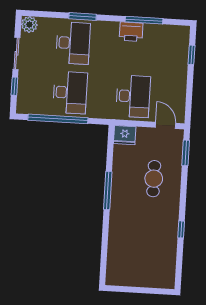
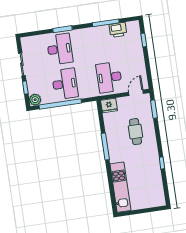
plant: (29, 25) -> (35, 100), moved
printer: (131, 32) -> (118, 30), moved
desk: (133, 96) -> (109, 77), turned 180
door: (166, 125) -> (136, 93), hinge flipped
kitchen unit: (117, 251) -> (120, 187), added

